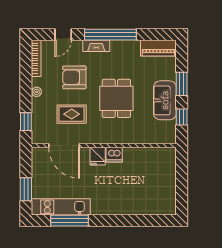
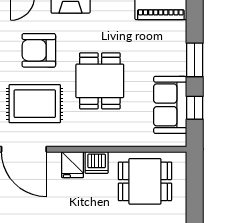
sofa: (165, 100) -> (170, 105), moved
rug: (72, 114) -> (35, 104), width x1.36, depth x1.43
dining table: (148, 168) -> (145, 181), added

